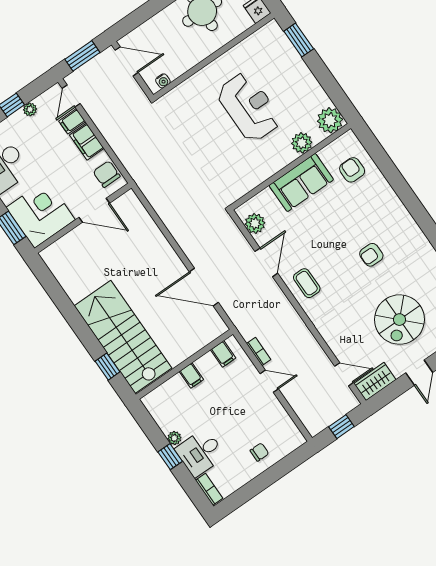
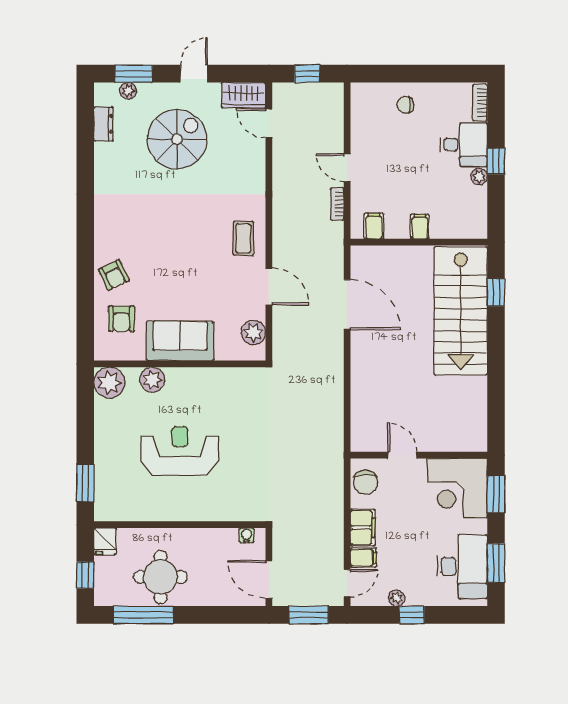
reception desk: (249, 107) -> (180, 451), turned 90
door: (94, 210) -> (402, 455), width x0.73
armchair: (371, 255) -> (114, 275), moved, turned 64
door: (266, 262) -> (269, 286), swing flipped

